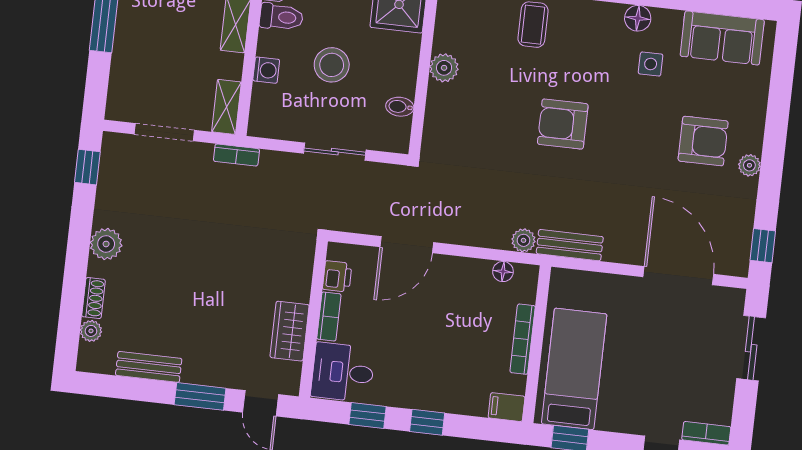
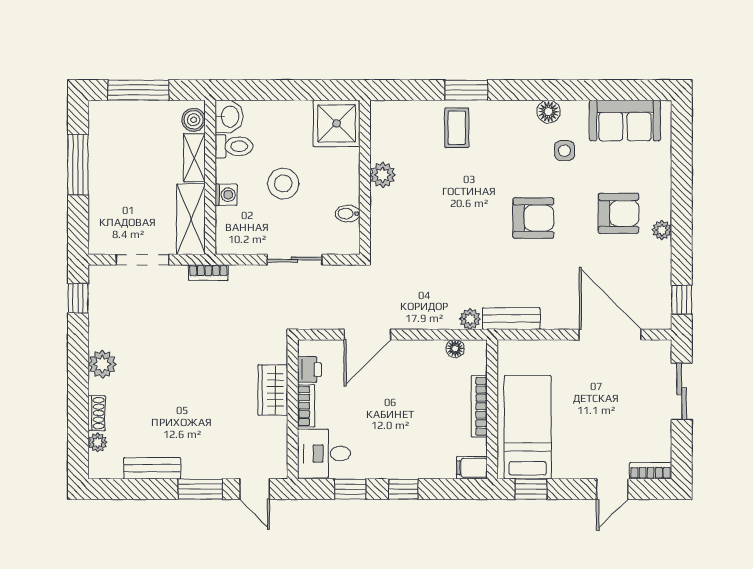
shelving: (226, 107) -> (191, 219), width x1.50, depth x1.33
armchair: (563, 124) -> (533, 218), moved, turned 180
wardrobe: (290, 331) -> (273, 390), moved

